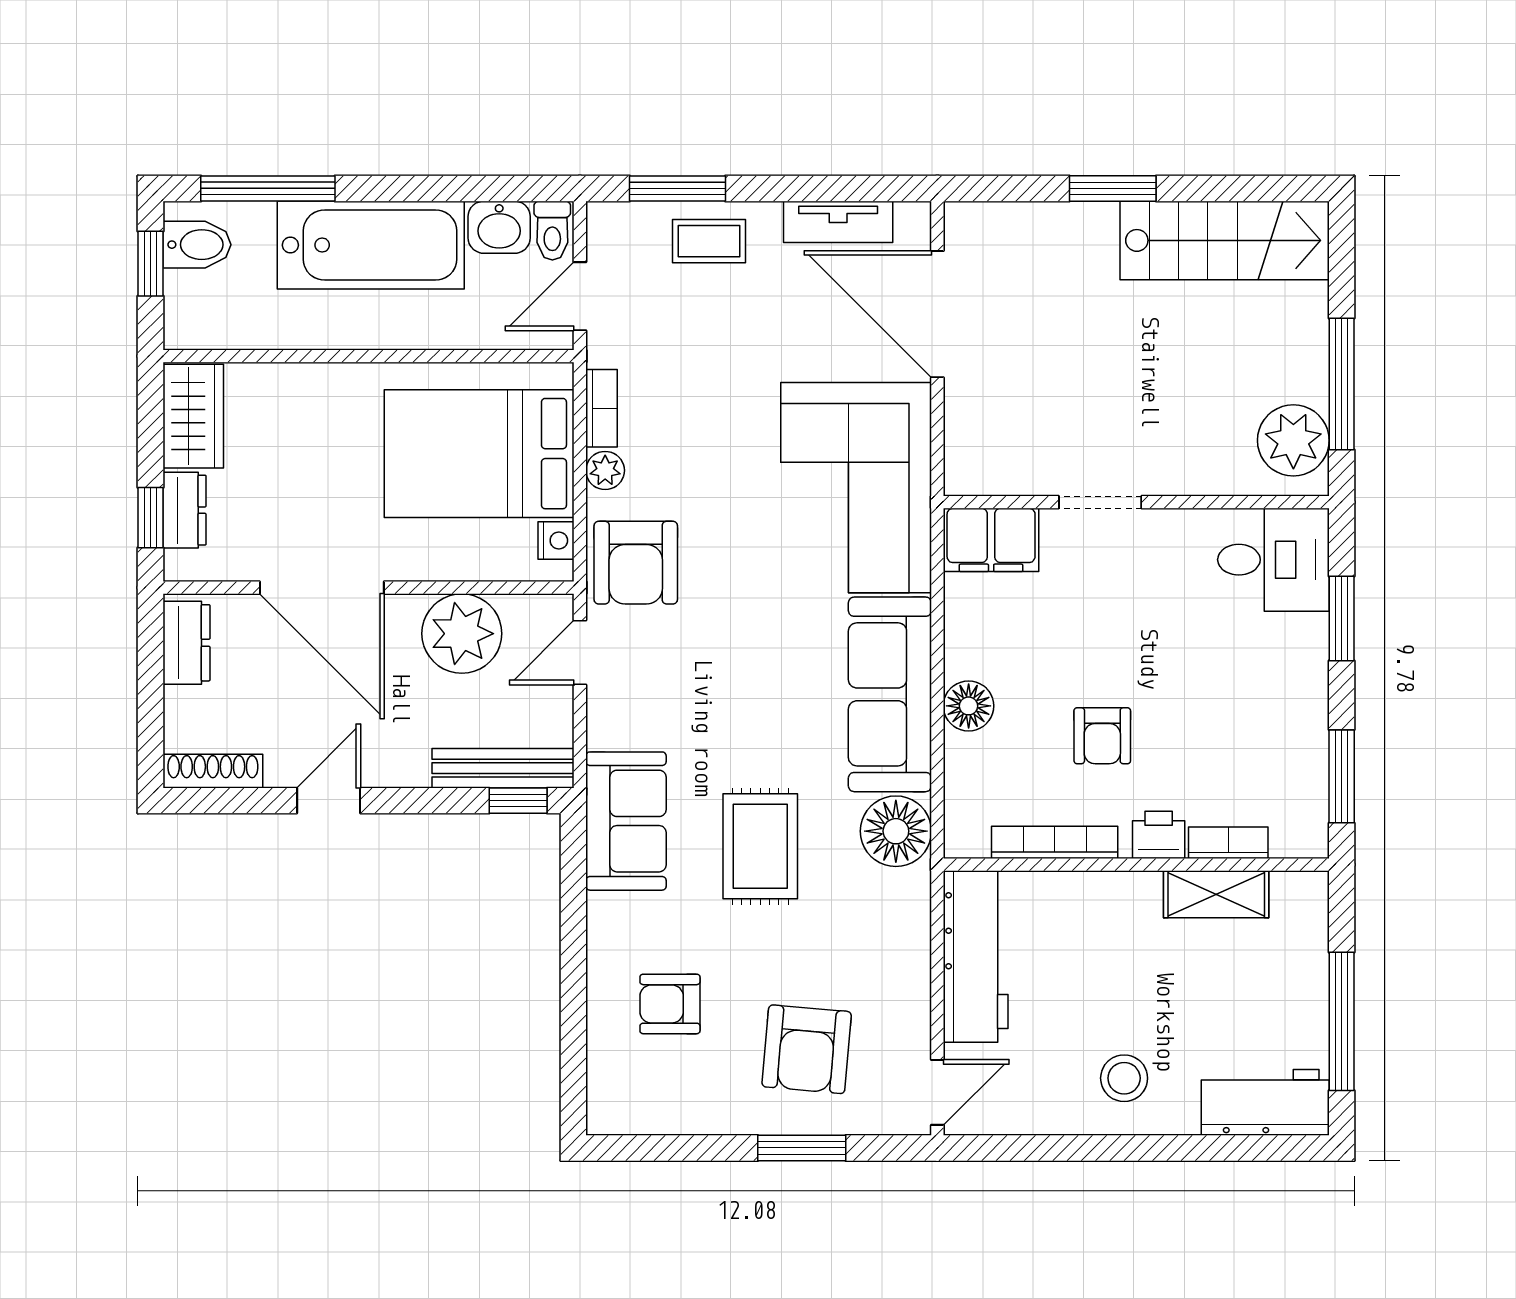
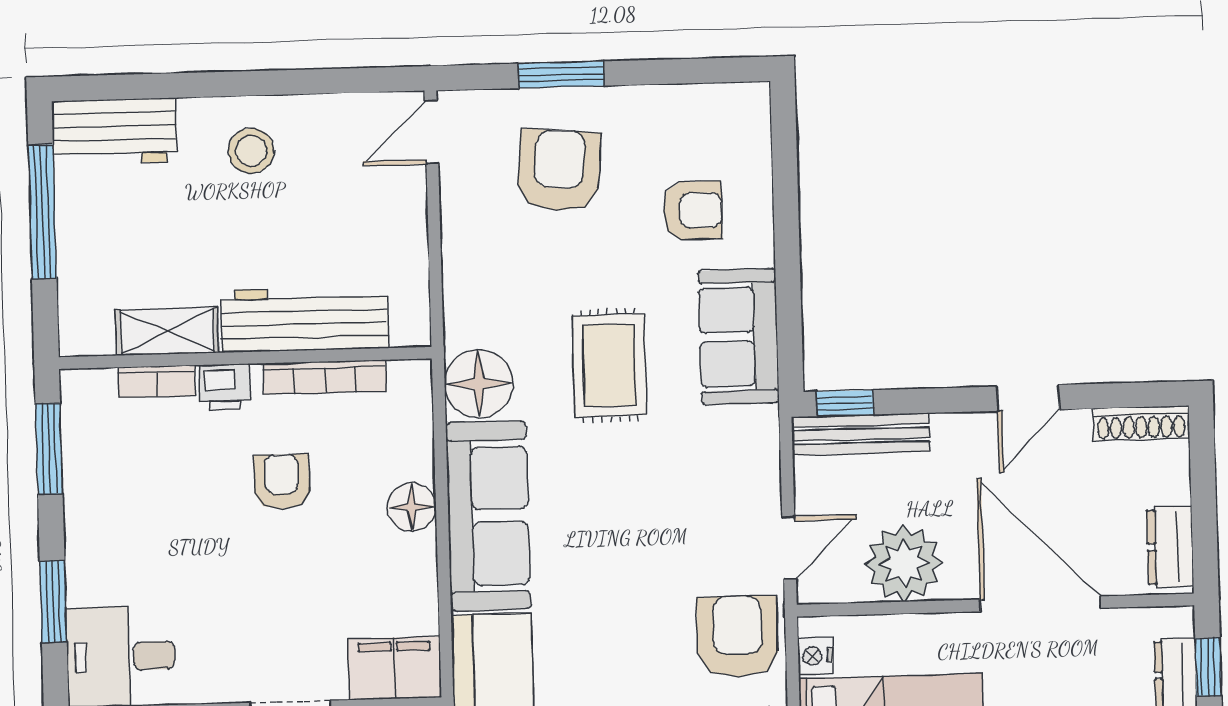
sofa: (626, 821) -> (739, 337), moved
workbench: (976, 957) -> (305, 319), moved, turned 90

